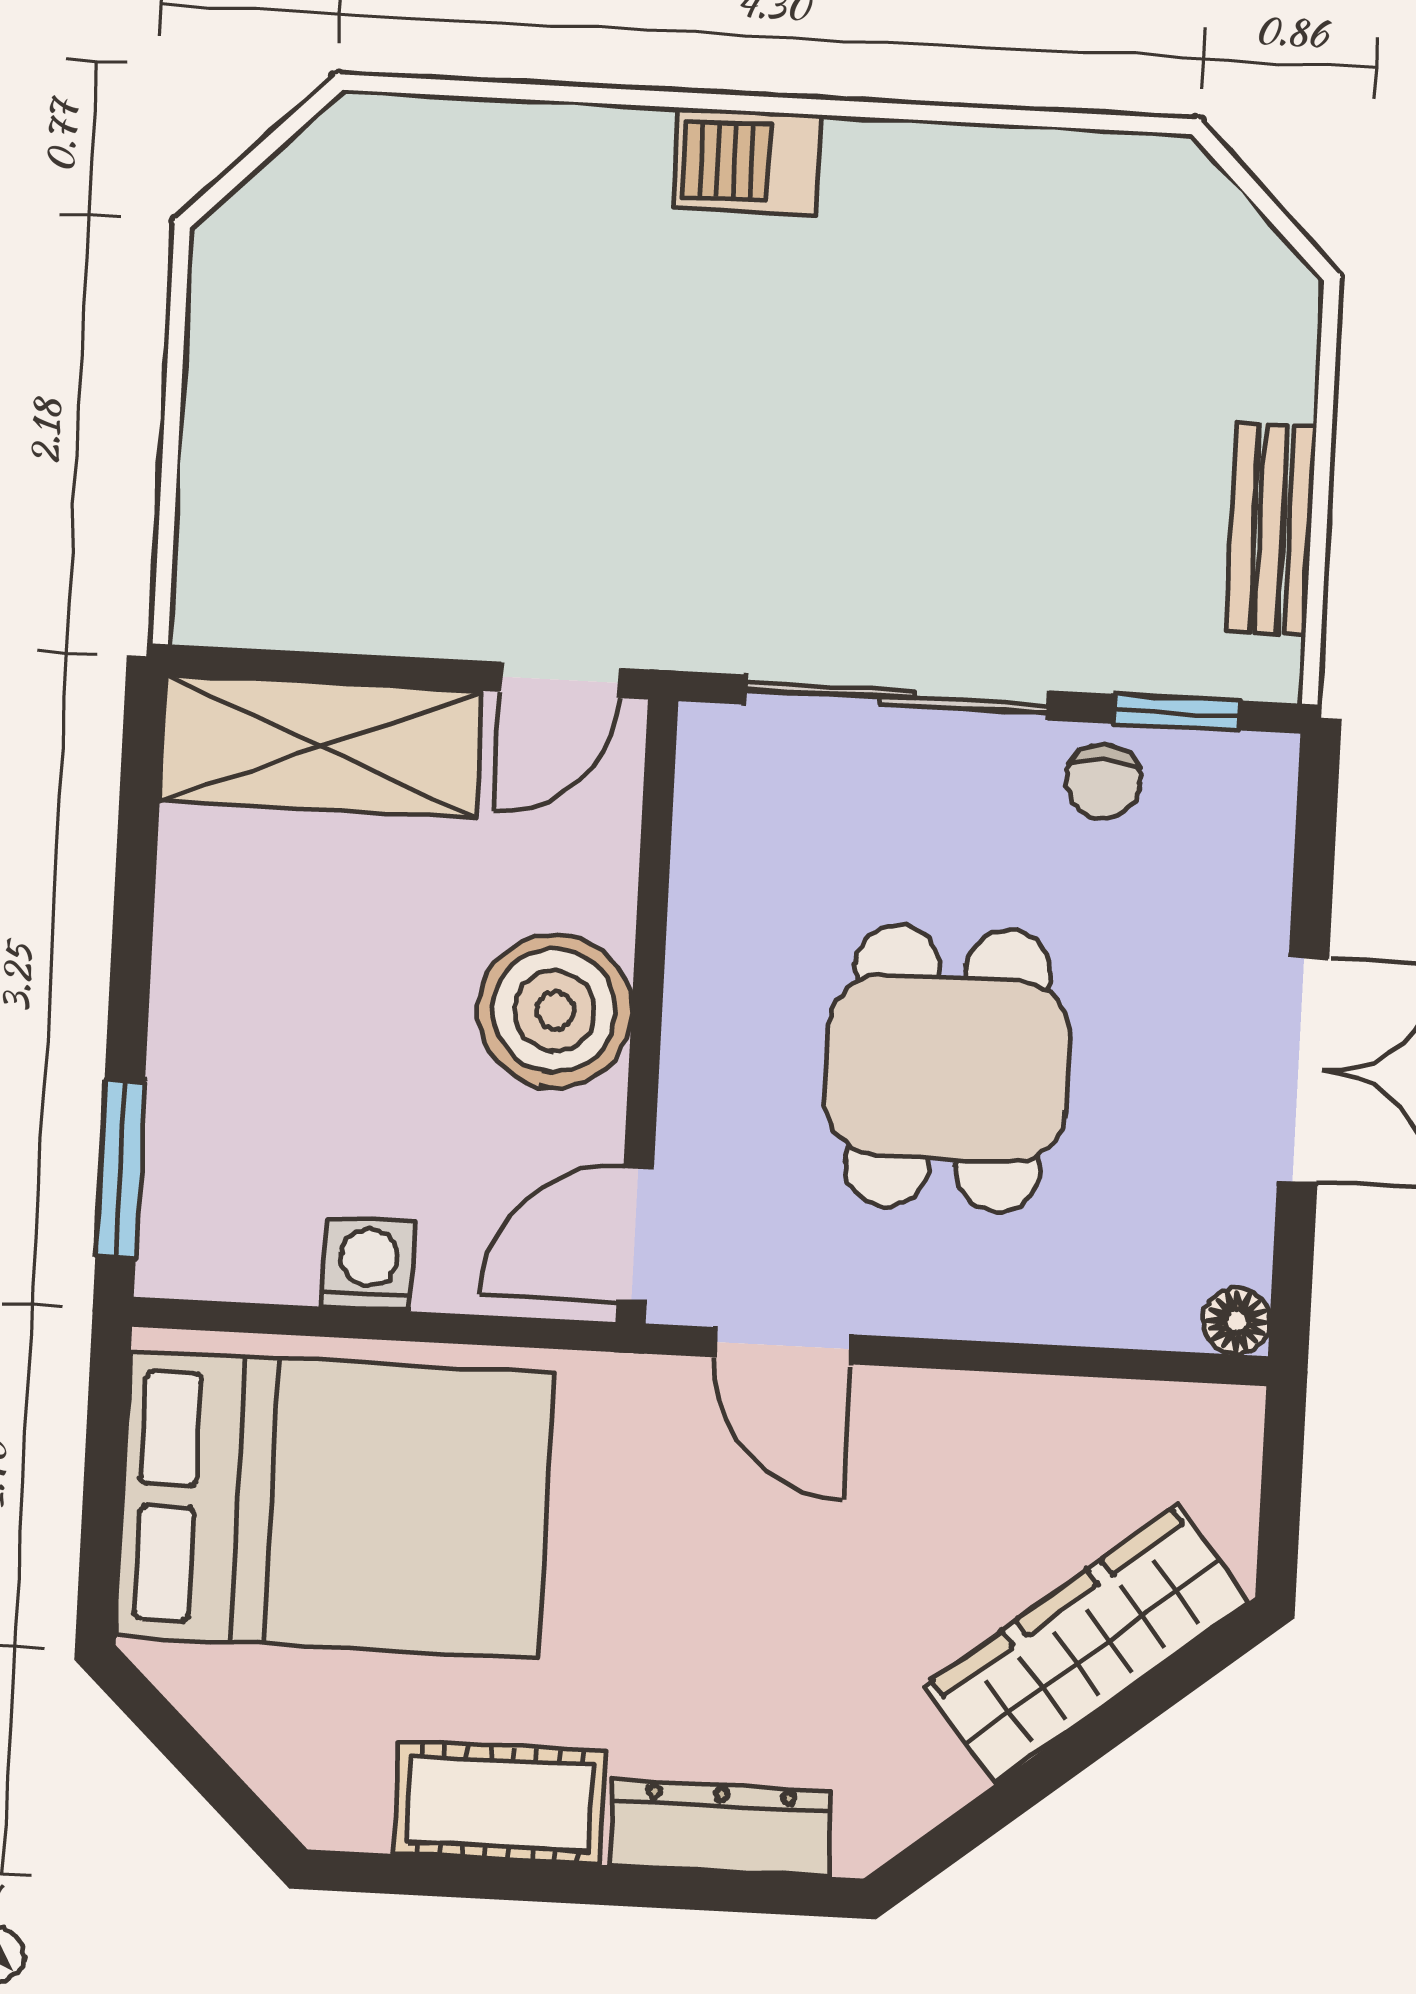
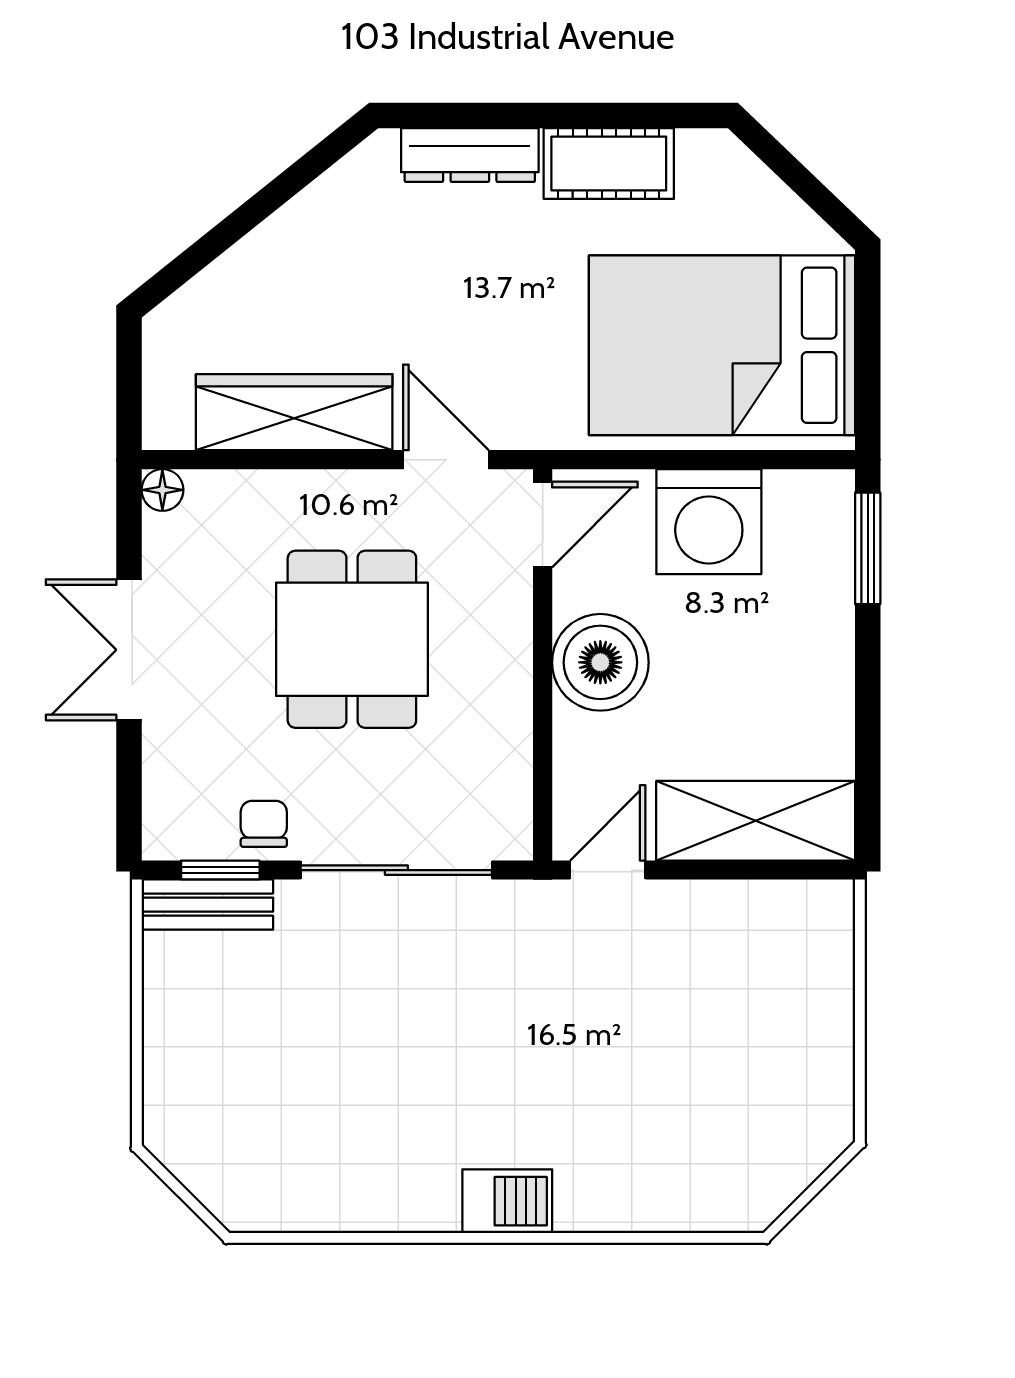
bench: (1271, 529) -> (207, 905), moved, turned 90
washing machine: (369, 1265) -> (709, 522), width x1.89, depth x1.89
wardrobe: (1087, 1644) -> (294, 412), moved, turned -141

